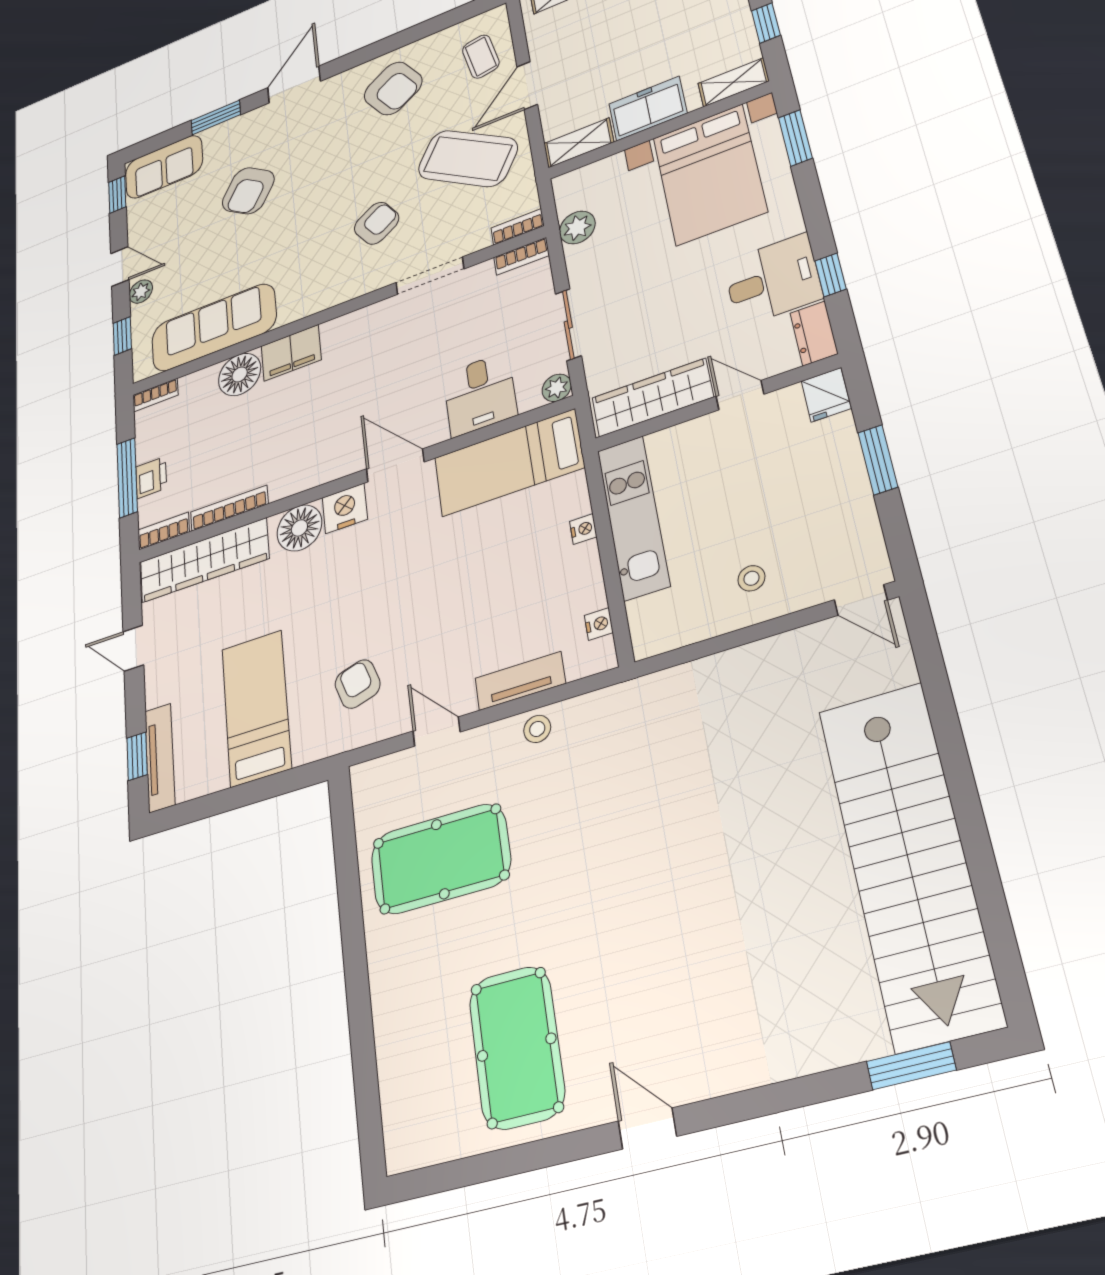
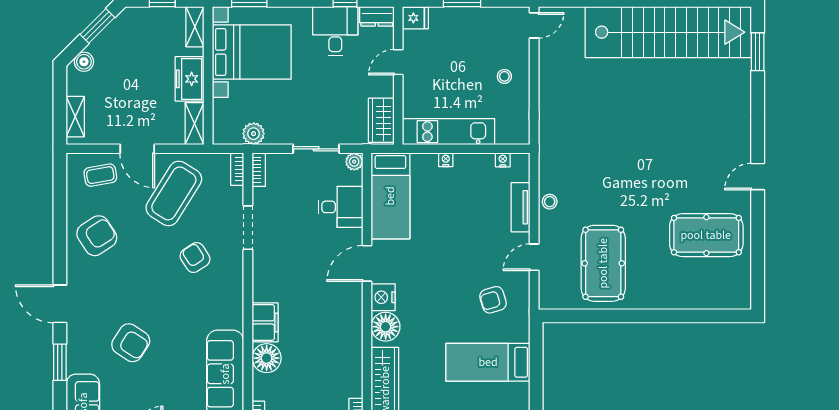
wardrobe: (652, 398) -> (381, 120), width x0.67
bookcase: (229, 508) -> (356, 371), removed

